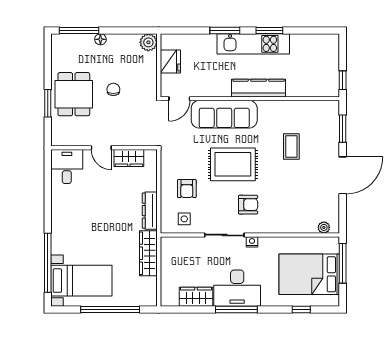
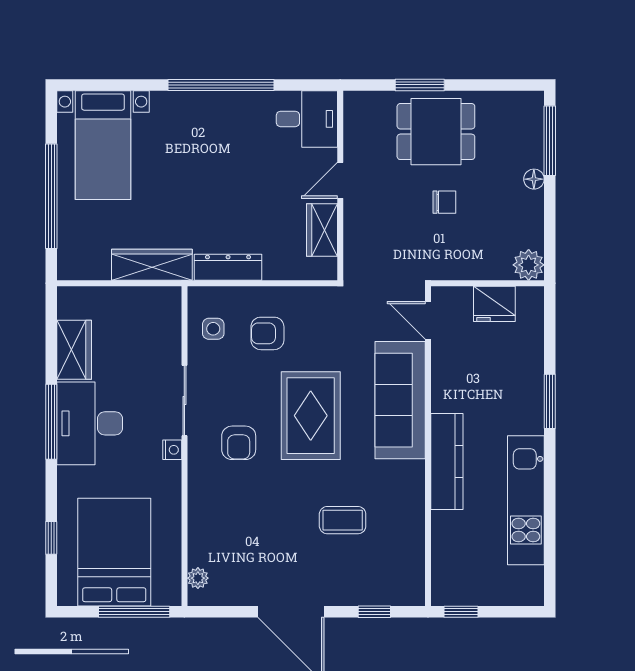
window: (269, 30) -> (550, 481), removed
kitchen unit: (253, 44) -> (526, 500), moved
window: (343, 129) -> (374, 612), width x0.67
window: (48, 263) -> (221, 85), moved

